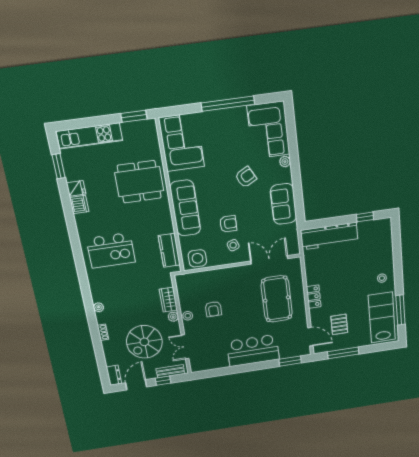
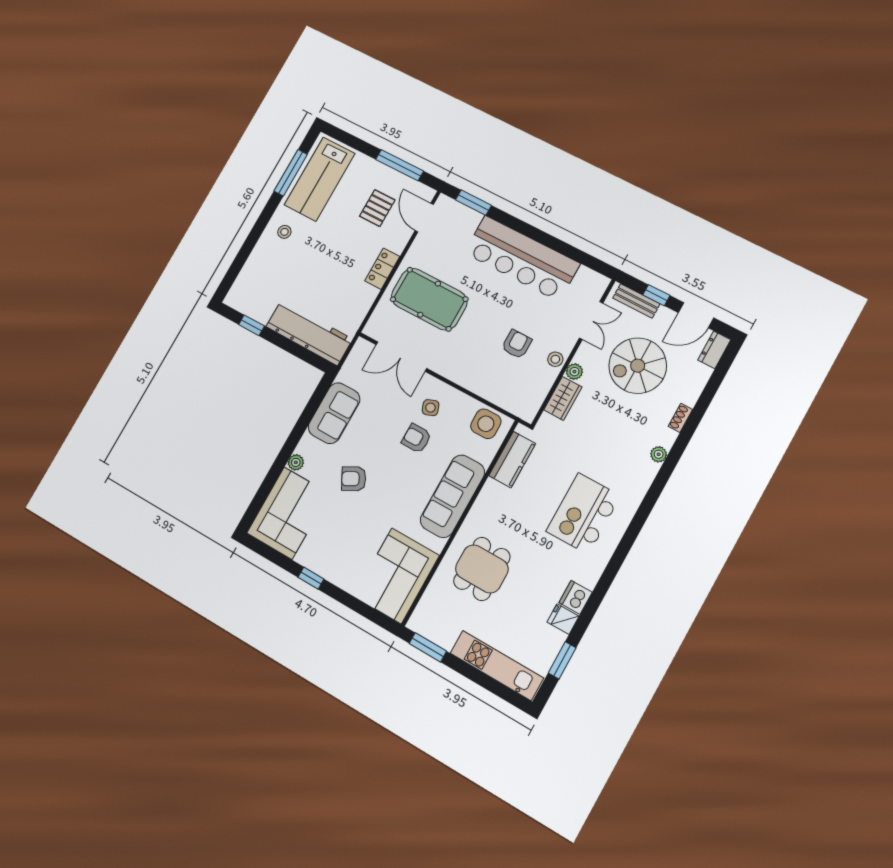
window: (228, 104) -> (311, 578), width x0.32
dining table: (139, 182) -> (482, 569), width x0.73
kitchen island: (111, 250) -> (583, 514), turned -90
pool table: (277, 299) -> (429, 299), turned 90
spiral stairs: (144, 342) -> (638, 366), turned 180
bar counter: (253, 350) -> (522, 258), width x1.36

